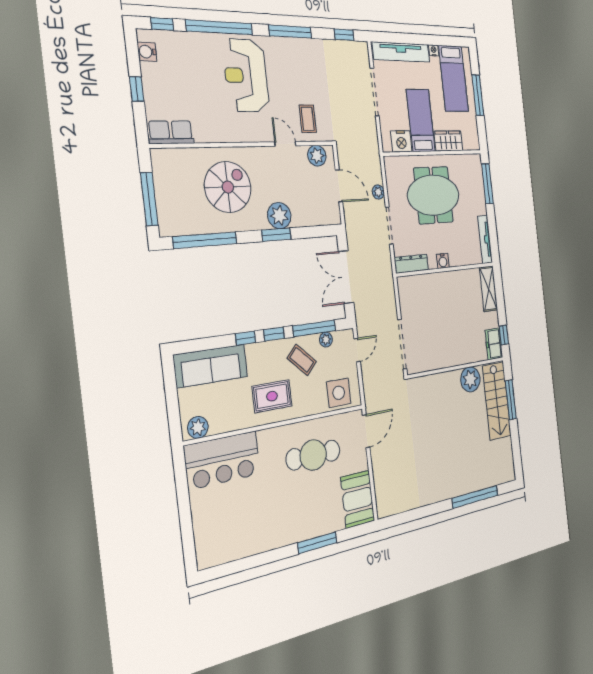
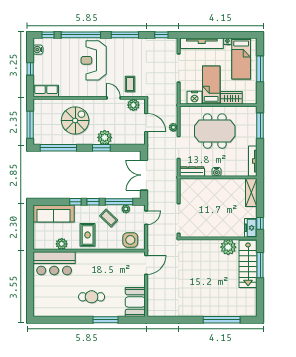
rug: (272, 396) -> (88, 235), turned 90
plant: (198, 427) -> (62, 244), moved
cafe table: (313, 455) -> (92, 297), moved, width x0.73, depth x0.74

